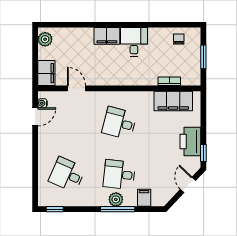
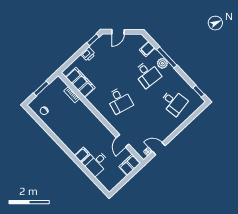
filing cabinet: (107, 36) -> (82, 155), width x0.50
plant: (45, 39) -> (112, 183), removed
desk: (134, 42) -> (96, 163), moved
printer: (190, 141) -> (88, 54), width x0.53, depth x0.68
desk: (67, 175) -> (174, 102), turned -33

